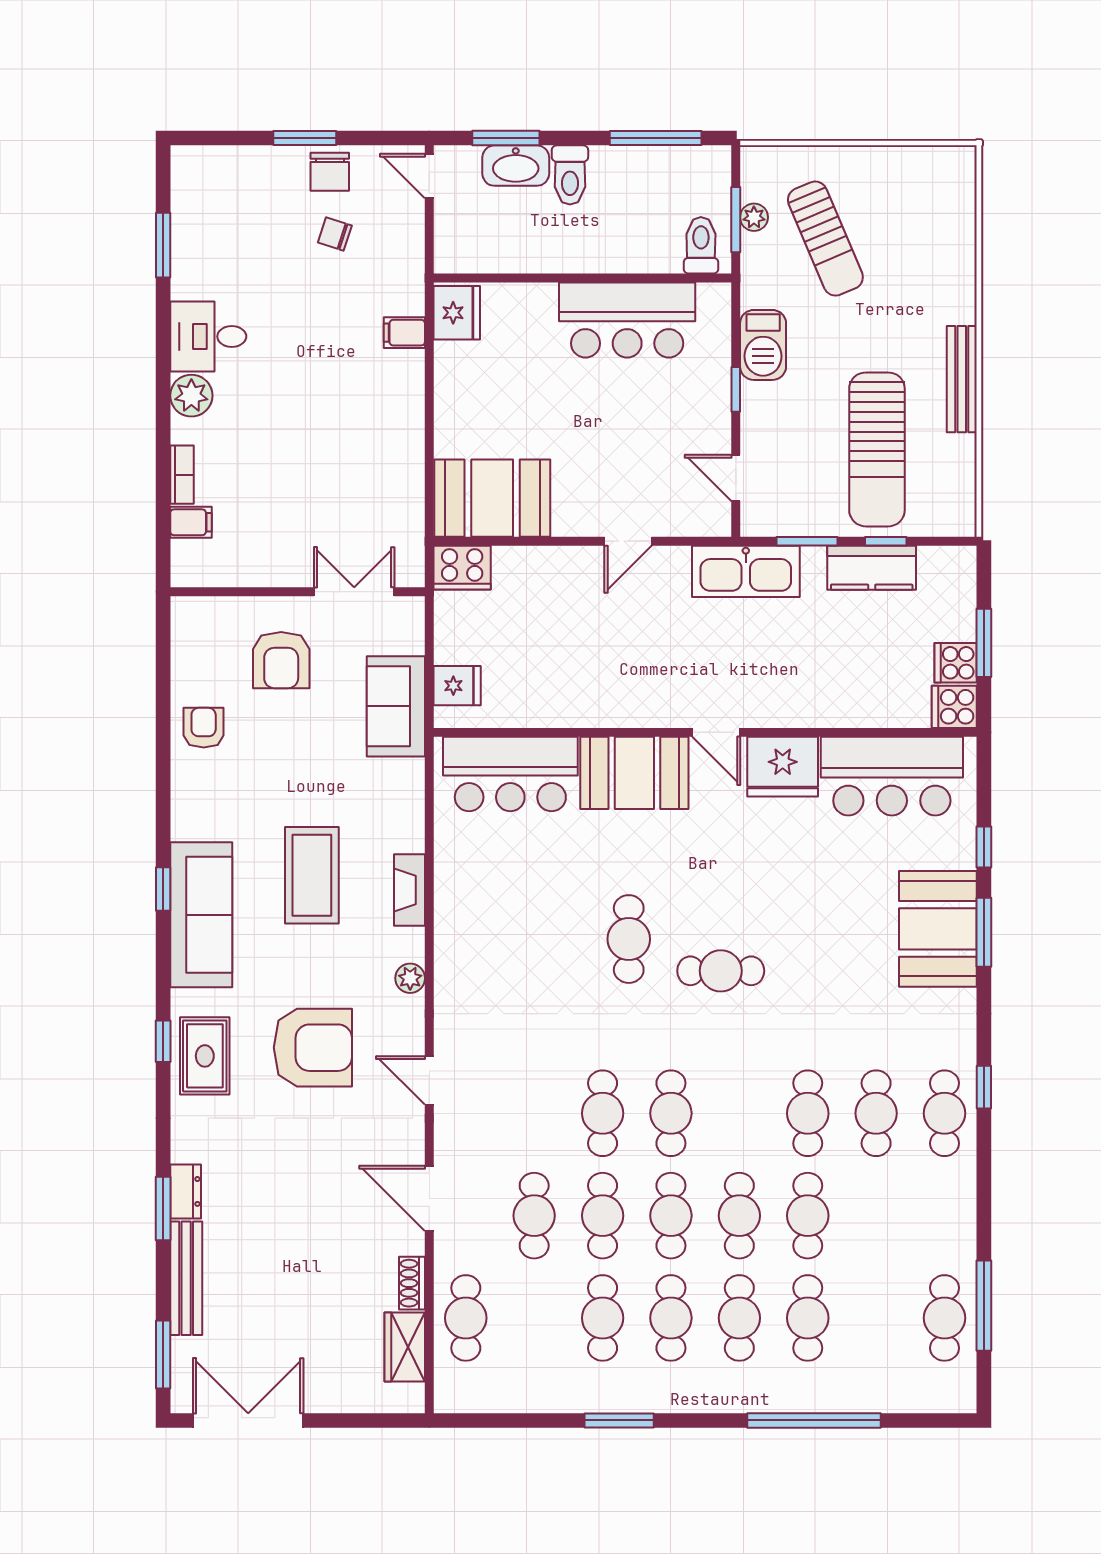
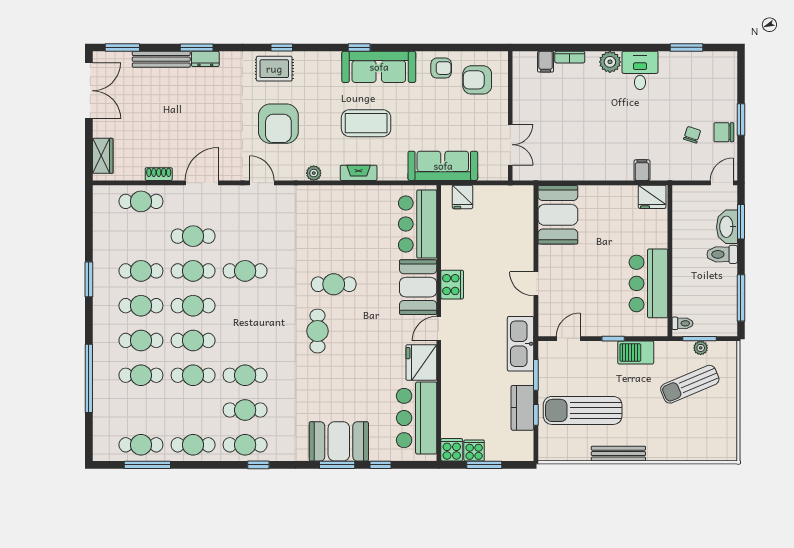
toilet: (701, 245) -> (682, 323), width x0.73, depth x0.72
cooker: (462, 568) -> (452, 285), moved, turned 180
armchair: (281, 660) -> (477, 80), moved
sofa: (396, 706) -> (443, 166), width x1.36
sofa: (201, 915) -> (379, 67), moved
door: (429, 1080) -> (262, 183), hinge flipped
cafe table: (671, 1113) -> (193, 445), moved
wardrobe: (405, 1347) -> (103, 156), moved, turned 90

